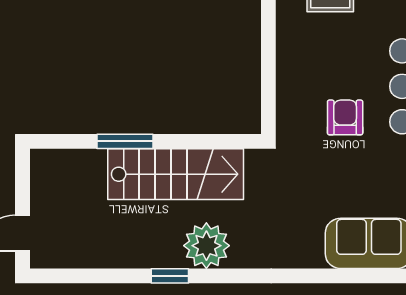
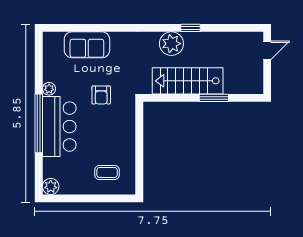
armchair: (345, 117) -> (101, 95), moved

